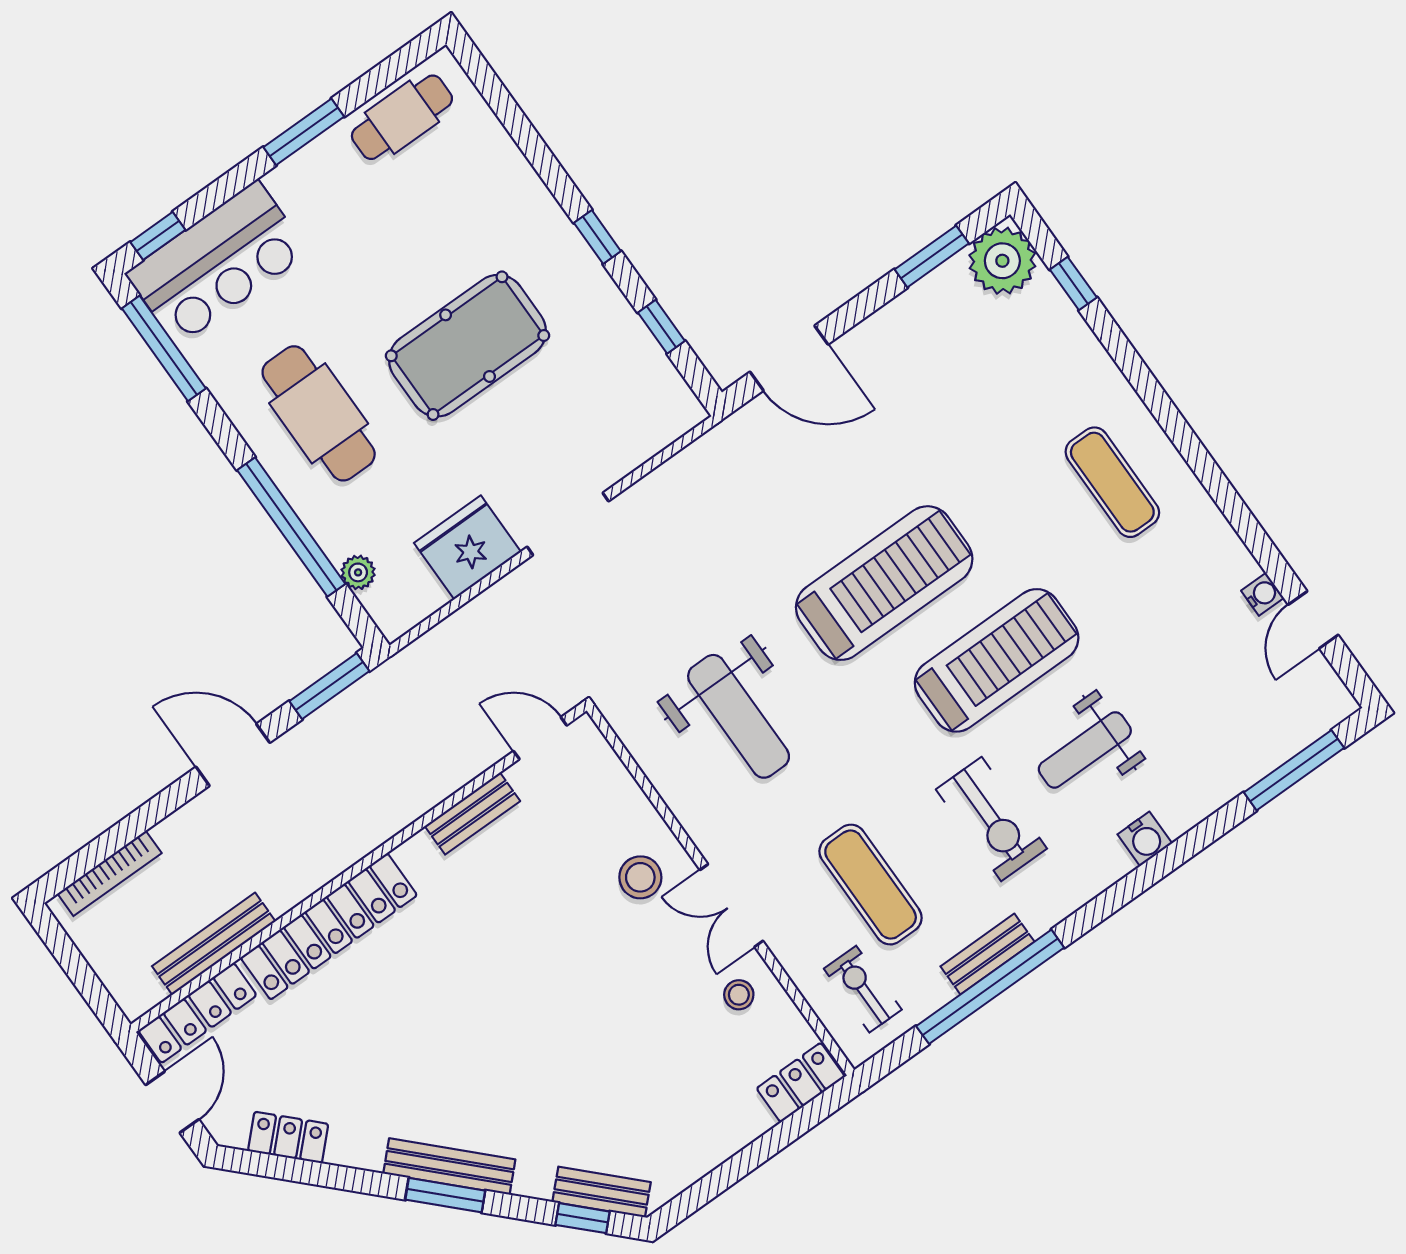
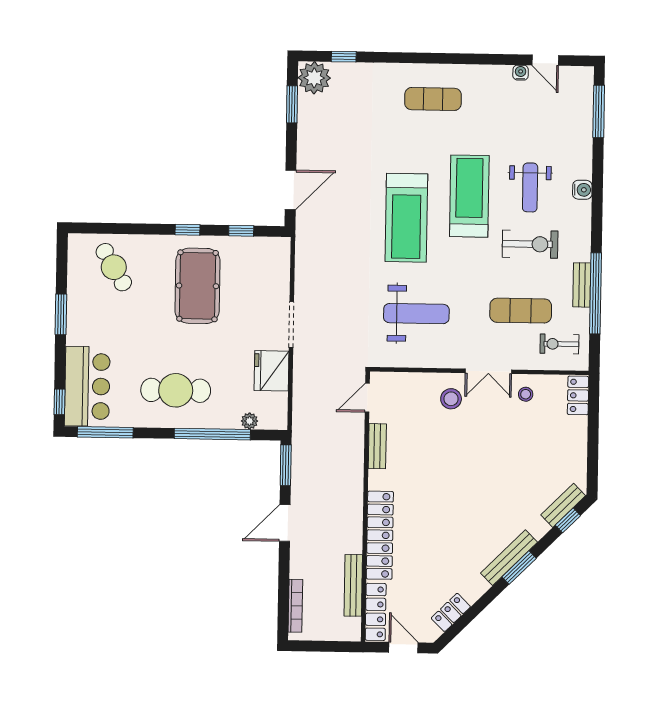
cafe table: (402, 117) -> (114, 267), moved, turned -31
pool table: (468, 346) -> (198, 286), moved
treadmill: (884, 583) -> (406, 218), turned 180

